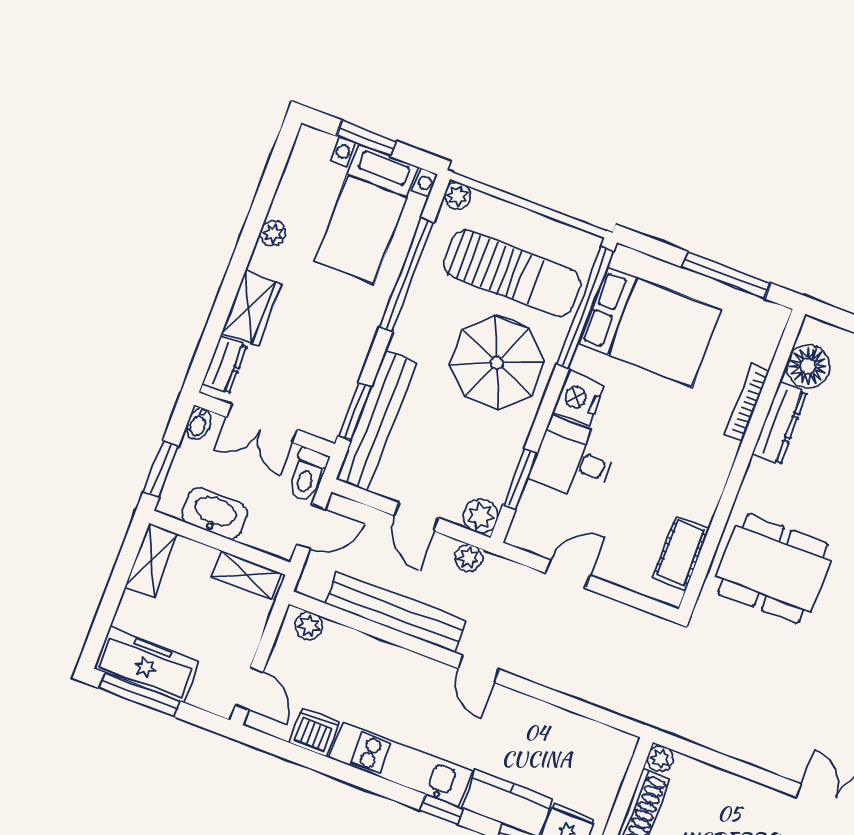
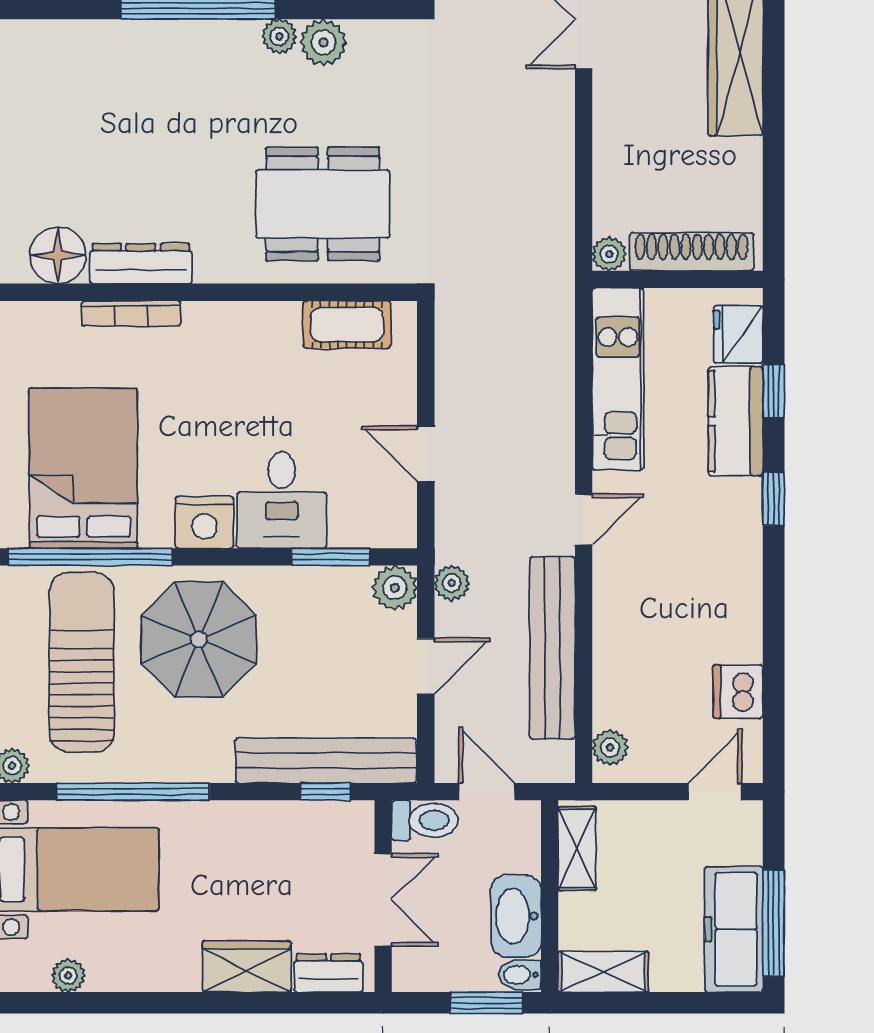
plant: (273, 233) -> (68, 976), moved
window: (355, 411) -> (325, 792), width x0.67
bidet: (199, 424) -> (520, 975), moved, turned 180
dining table: (773, 568) -> (323, 204), turned 90
kitchen unit: (401, 764) -> (618, 379), moved, turned 180

